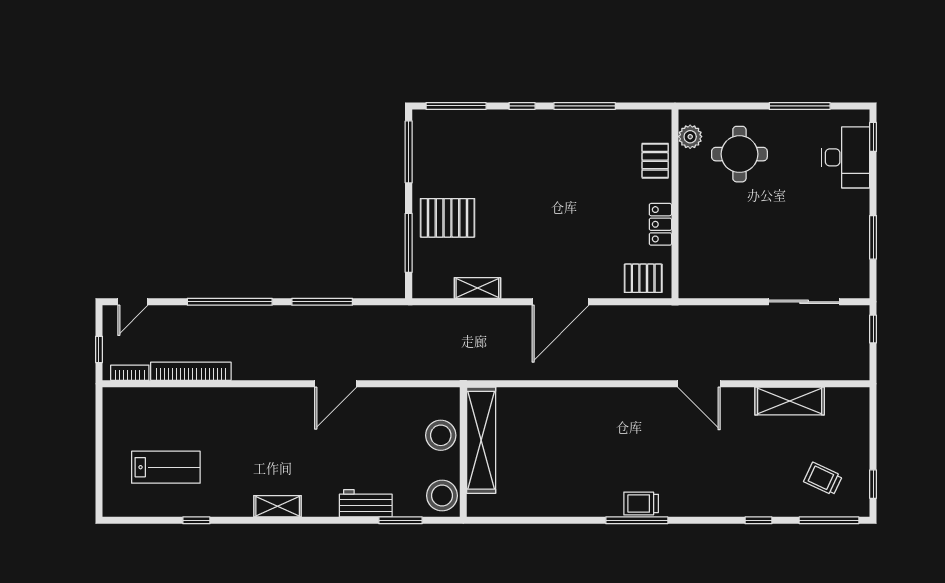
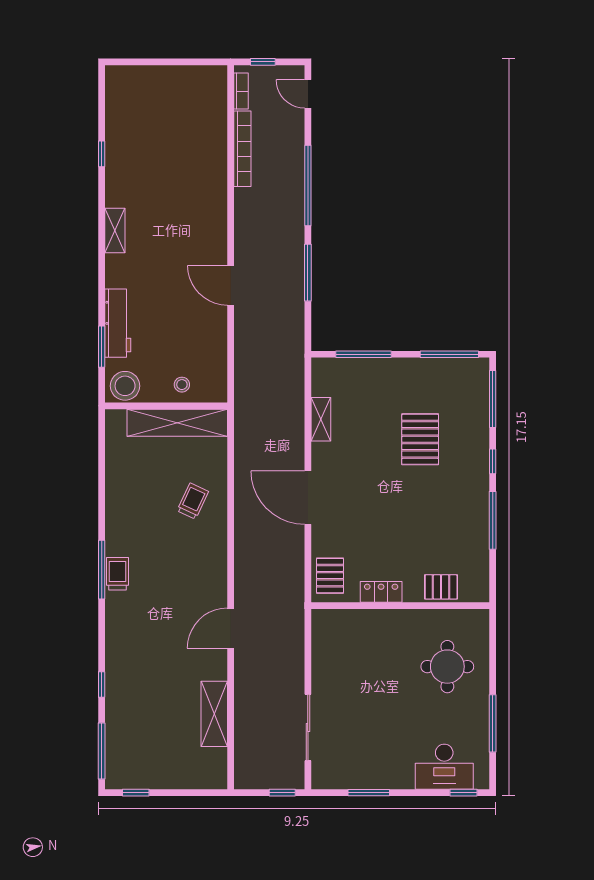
plant: (690, 137) -> (464, 620), removed
pallet: (447, 218) -> (420, 439), moved
stool: (441, 435) -> (182, 385), width x0.53, depth x0.53
lab bench: (166, 467) -> (152, 125), removed
trolley: (823, 479) -> (193, 501), moved
workbench: (366, 503) -> (118, 323), width x1.38

